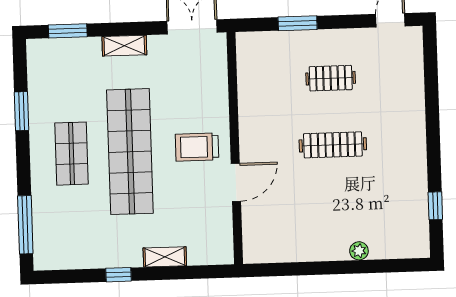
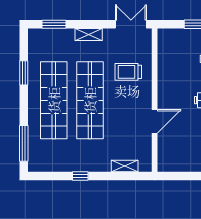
trolley: (197, 147) -> (128, 72), moved
shop shelf: (71, 154) -> (54, 100), width x2.00, depth x1.36
shelving: (165, 257) -> (125, 166), moved

